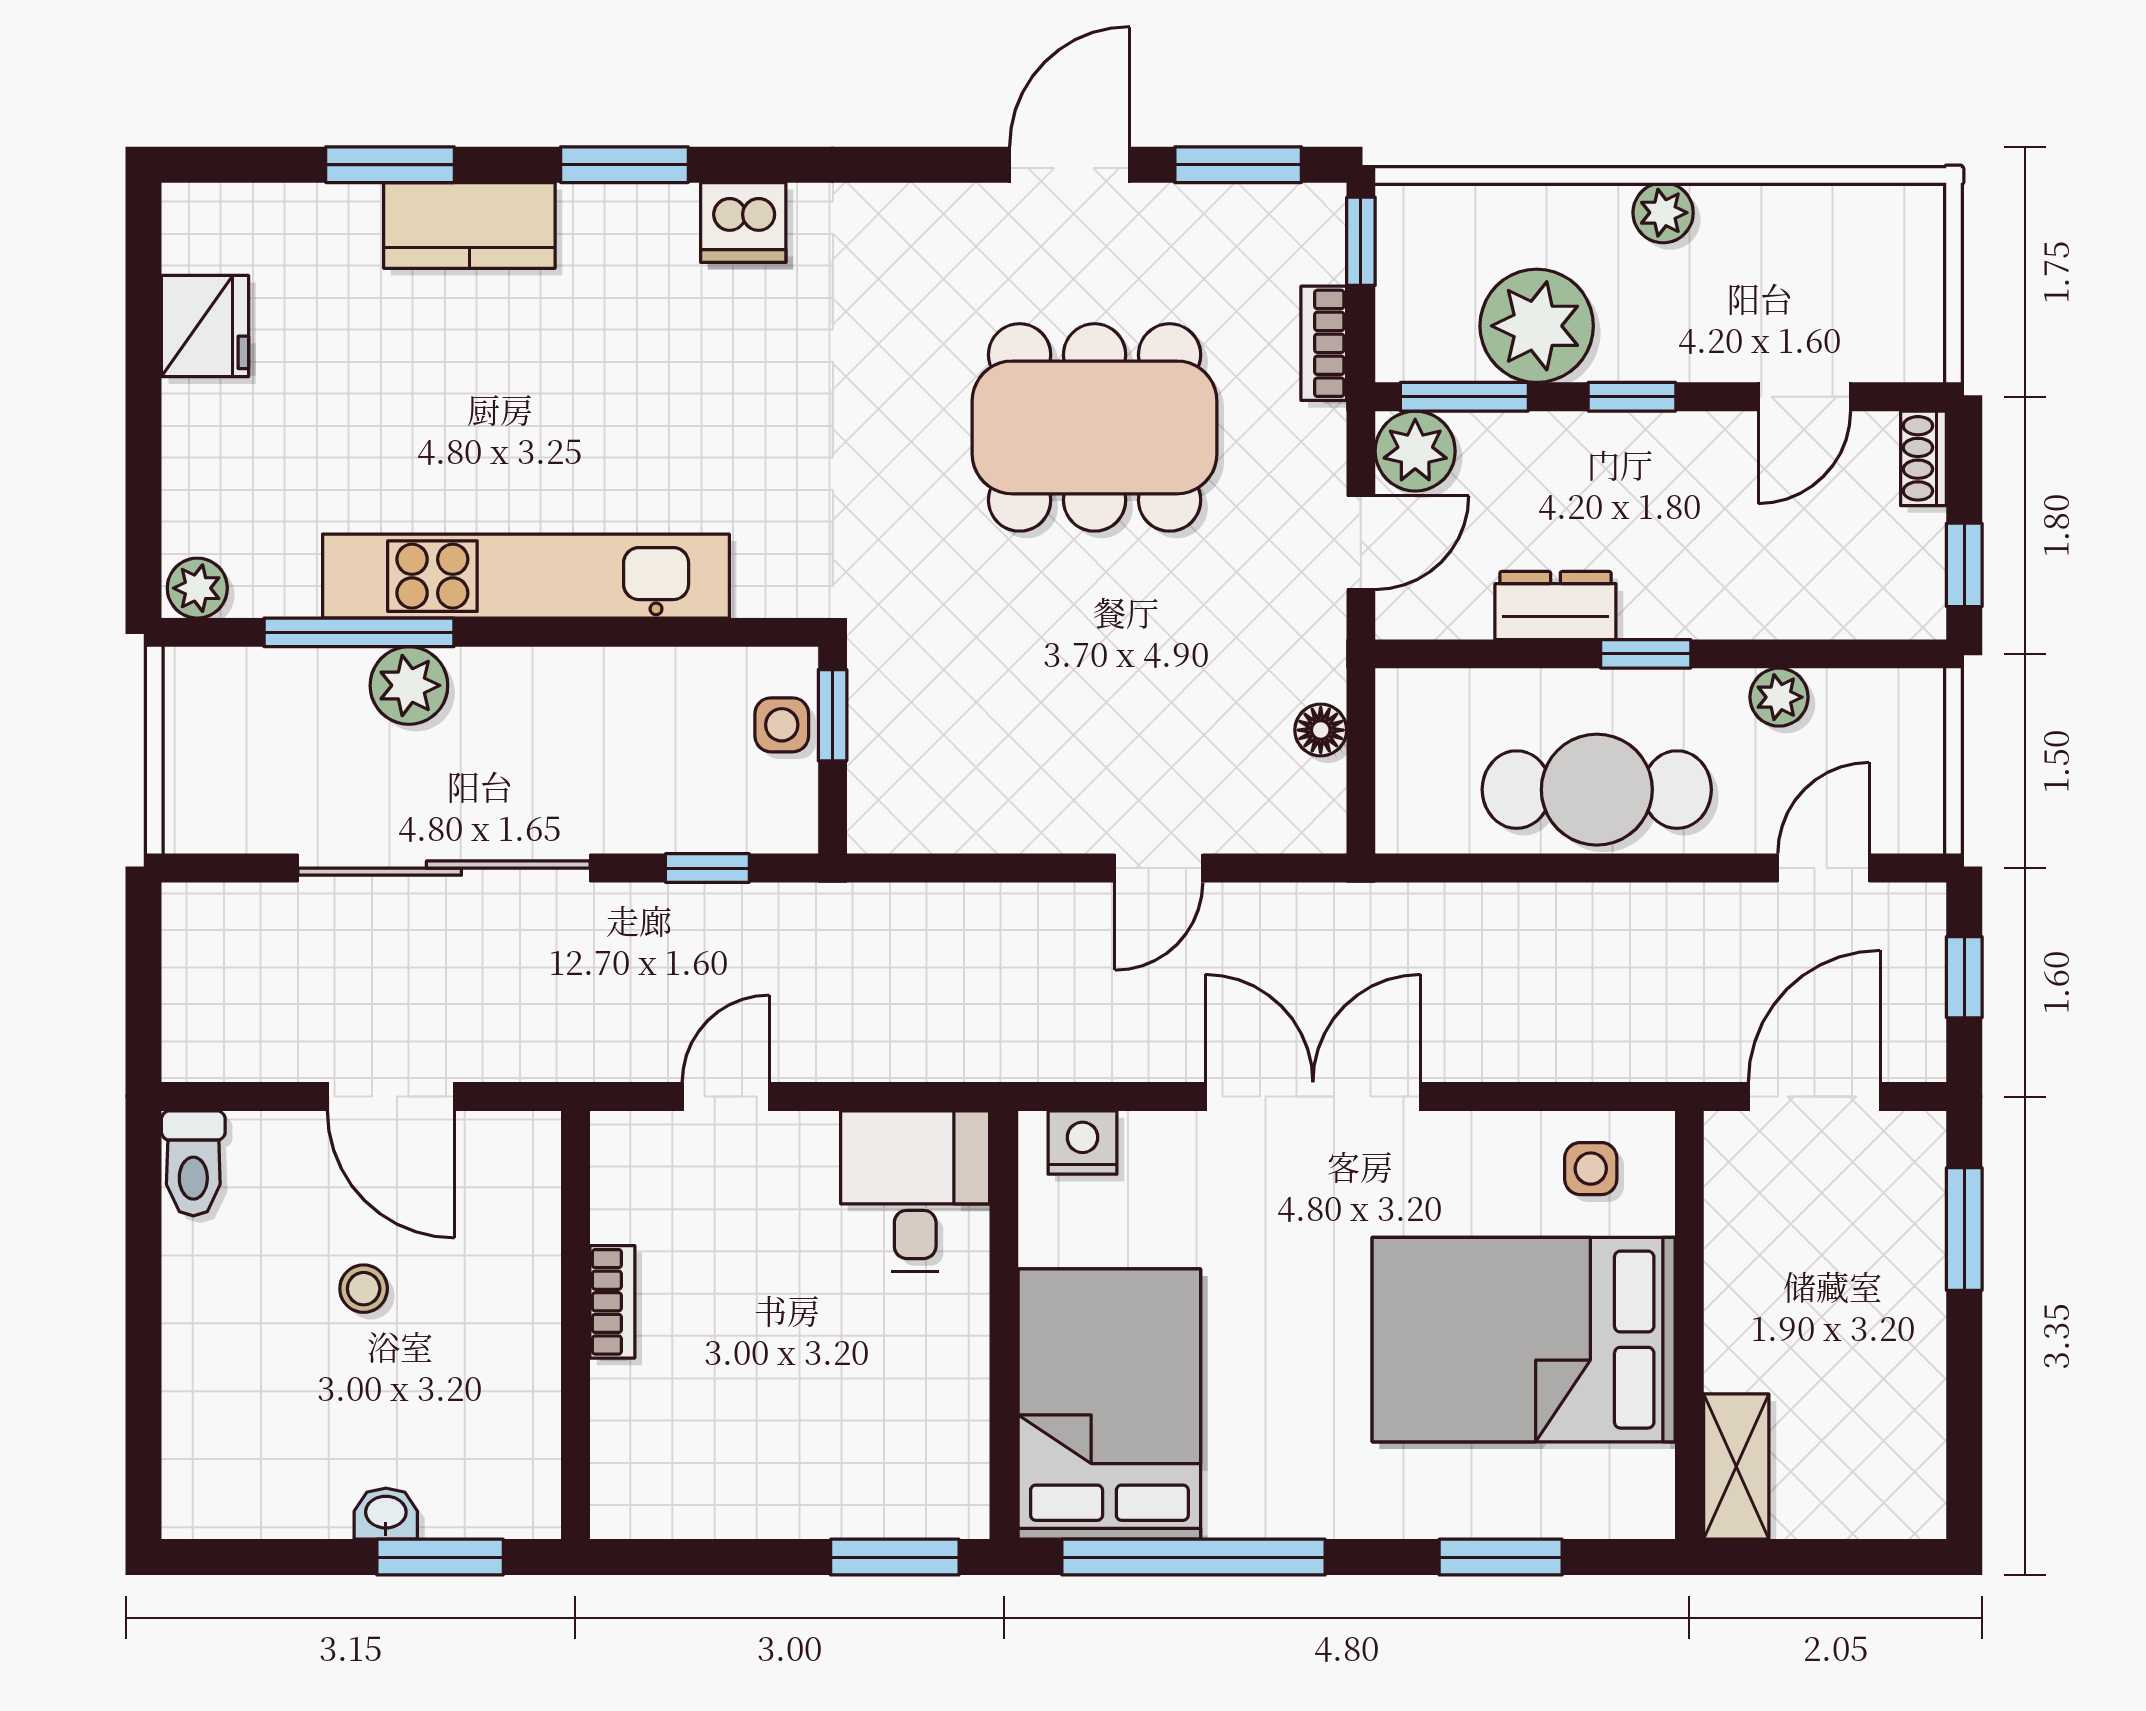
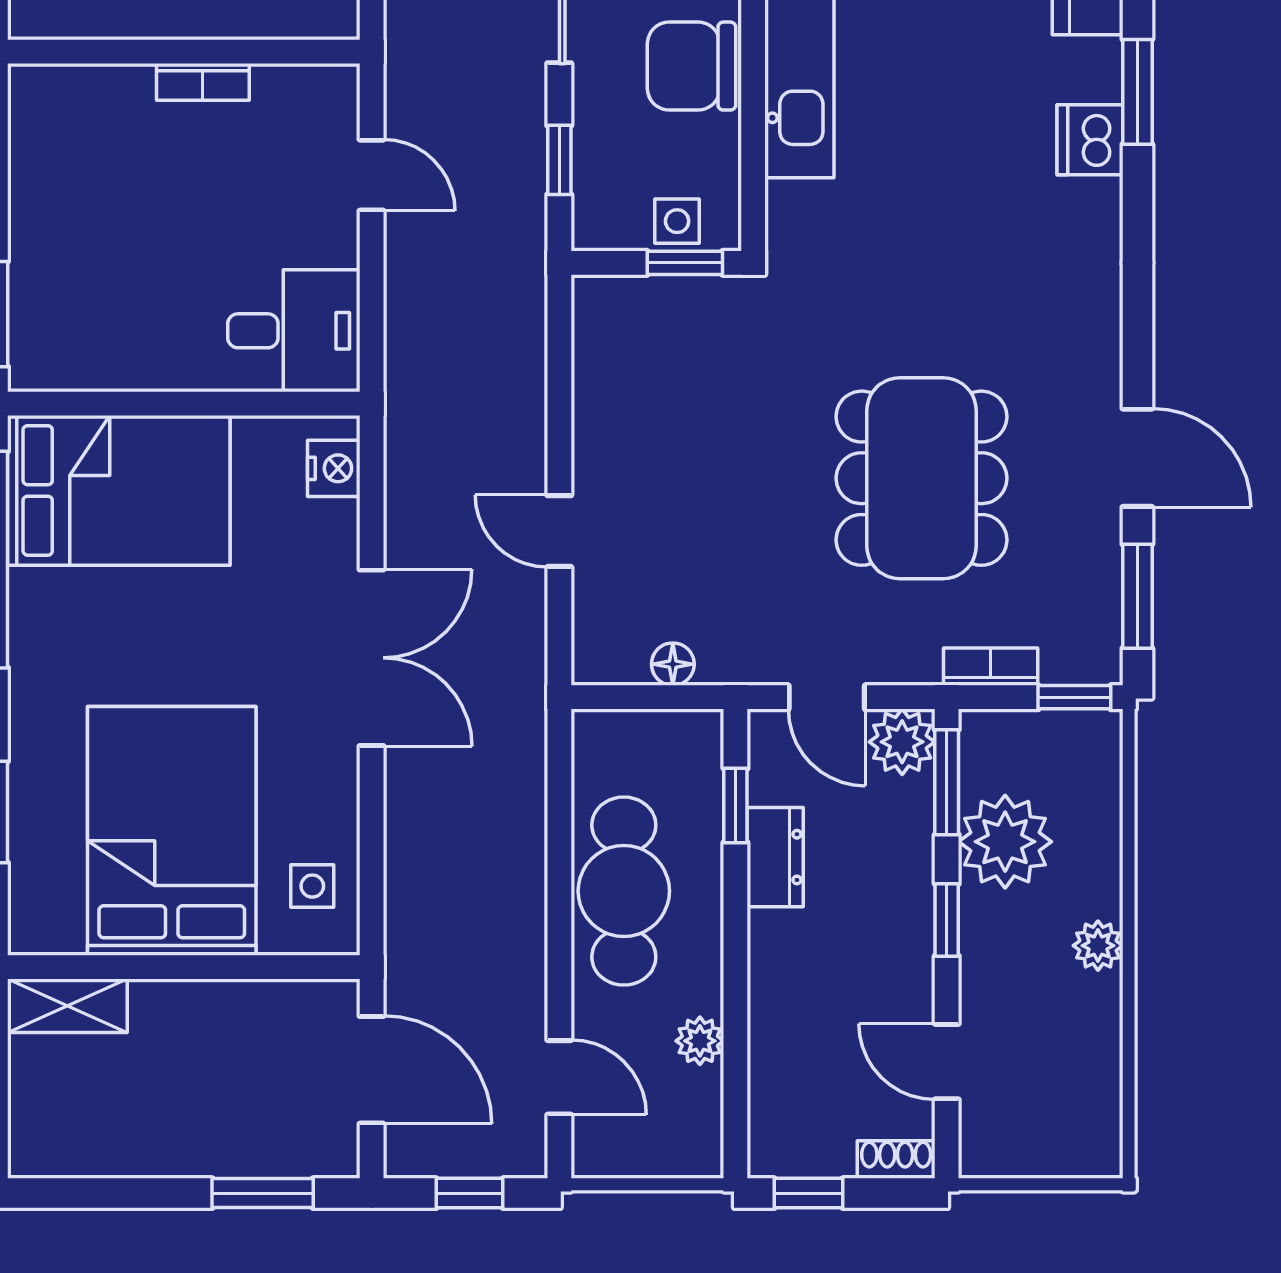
dishwasher: (743, 222) -> (1090, 140), moved
window: (1646, 654) -> (735, 806), moved
chair: (593, 707) -> (692, 66), added

